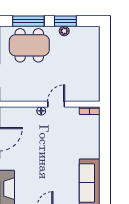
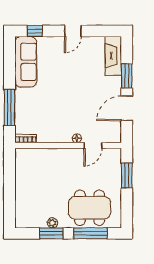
door: (56, 104) -> (93, 145), moved
window: (105, 140) -> (9, 108), added

